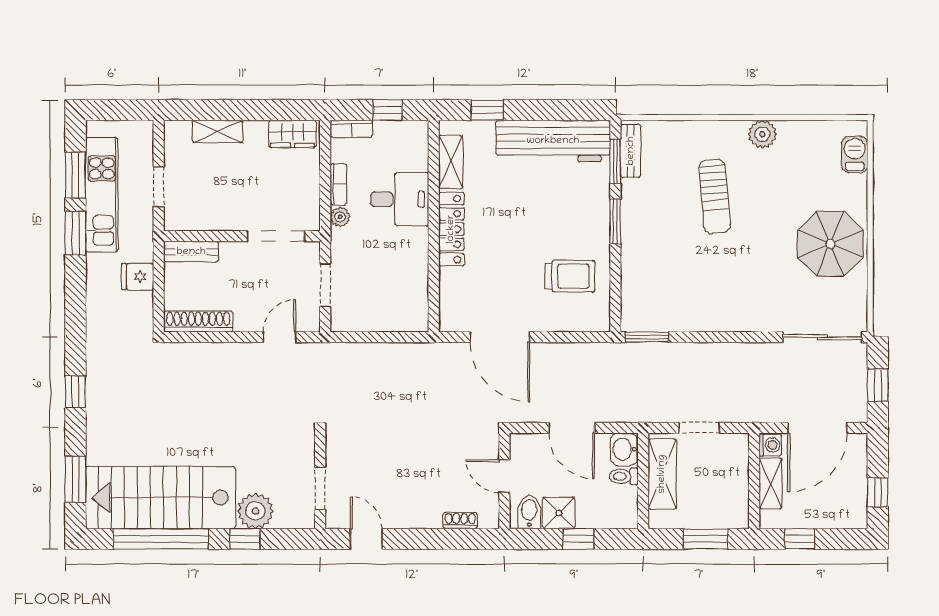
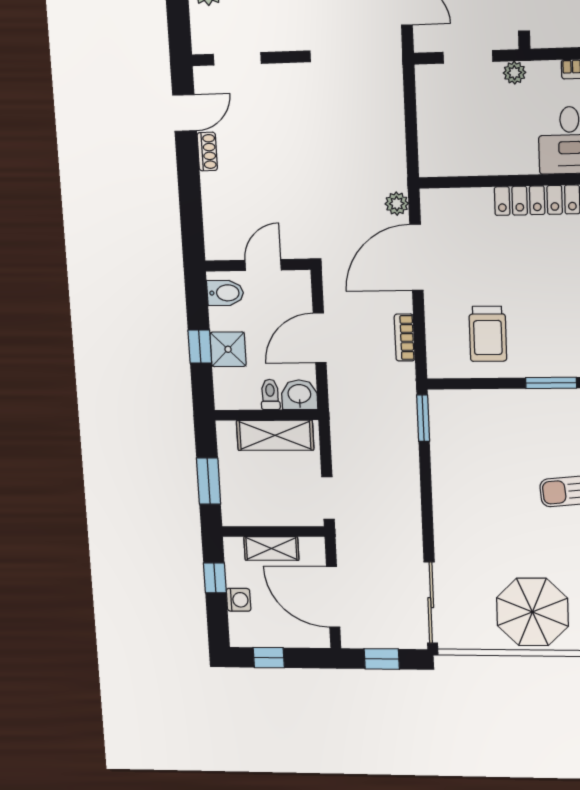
plant: (340, 217) -> (514, 73), moved
bookcase: (572, 351) -> (405, 337), added
plant: (452, 353) -> (397, 204), added
doorway: (699, 428) -> (328, 498), moved
washing machine: (770, 445) -> (239, 600), moved, turned -90
shower: (559, 513) -> (228, 349), moved
shoe rack: (460, 521) -> (207, 152), moved

